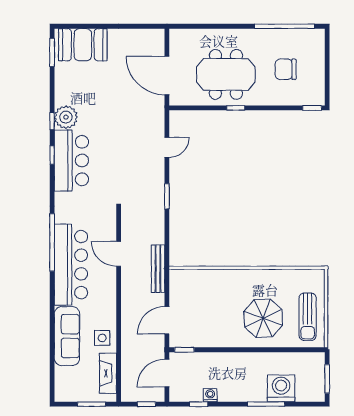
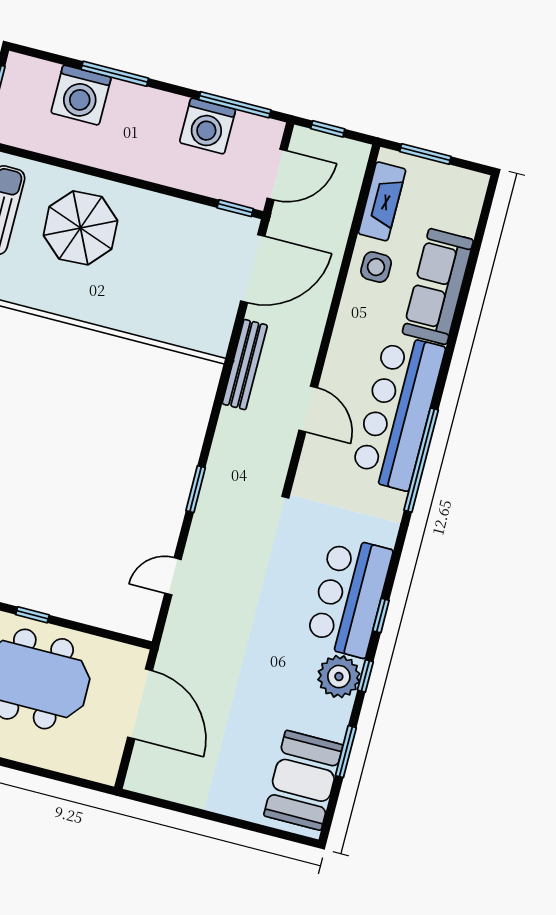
booth: (83, 45) -> (303, 780), moved, turned 90
window: (52, 52) -> (346, 752), moved
door: (167, 320) -> (253, 269), width x1.36
washing machine: (210, 395) -> (208, 126), width x1.89, depth x1.89
window: (199, 404) -> (235, 105), width x2.17

